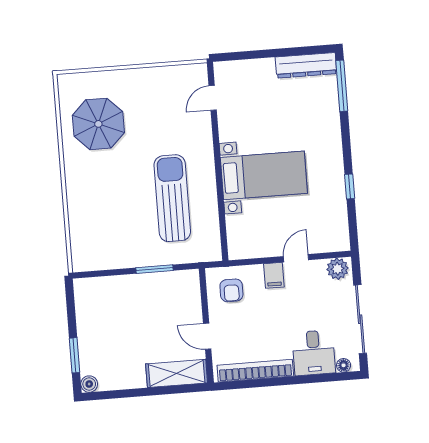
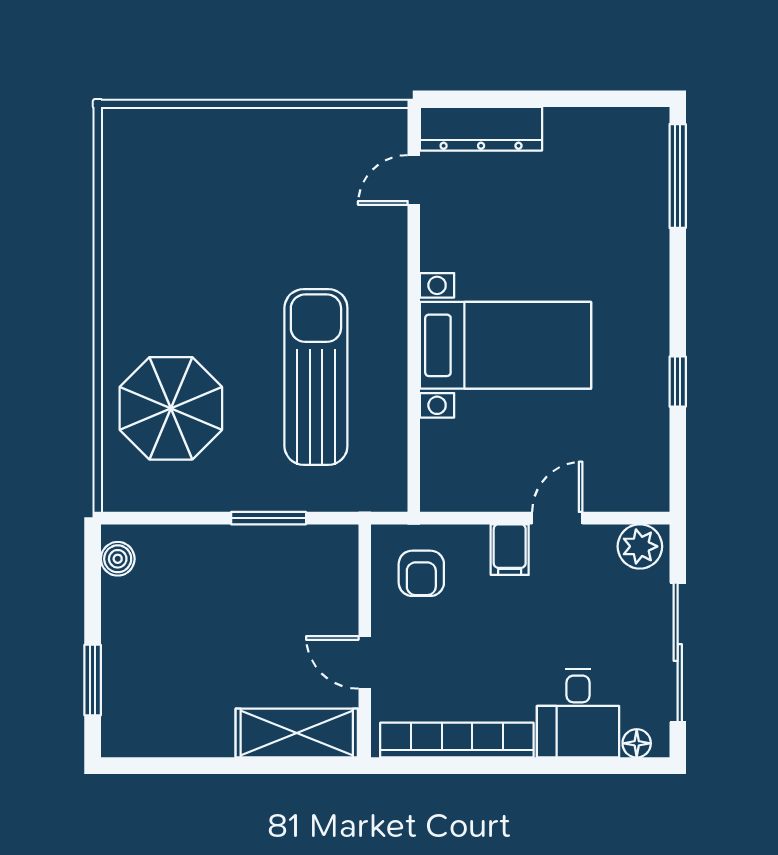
dresser: (306, 65) -> (481, 129), moved
parasol: (98, 124) -> (171, 408), moved
boiler: (89, 384) -> (118, 559), moved

